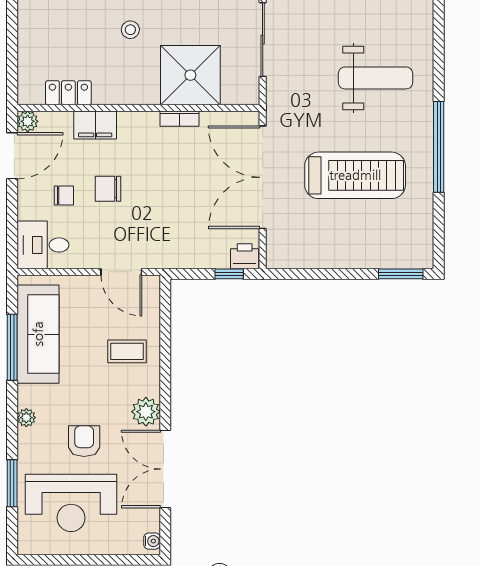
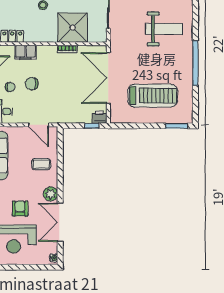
treadmill: (355, 175) -> (153, 96), moved

